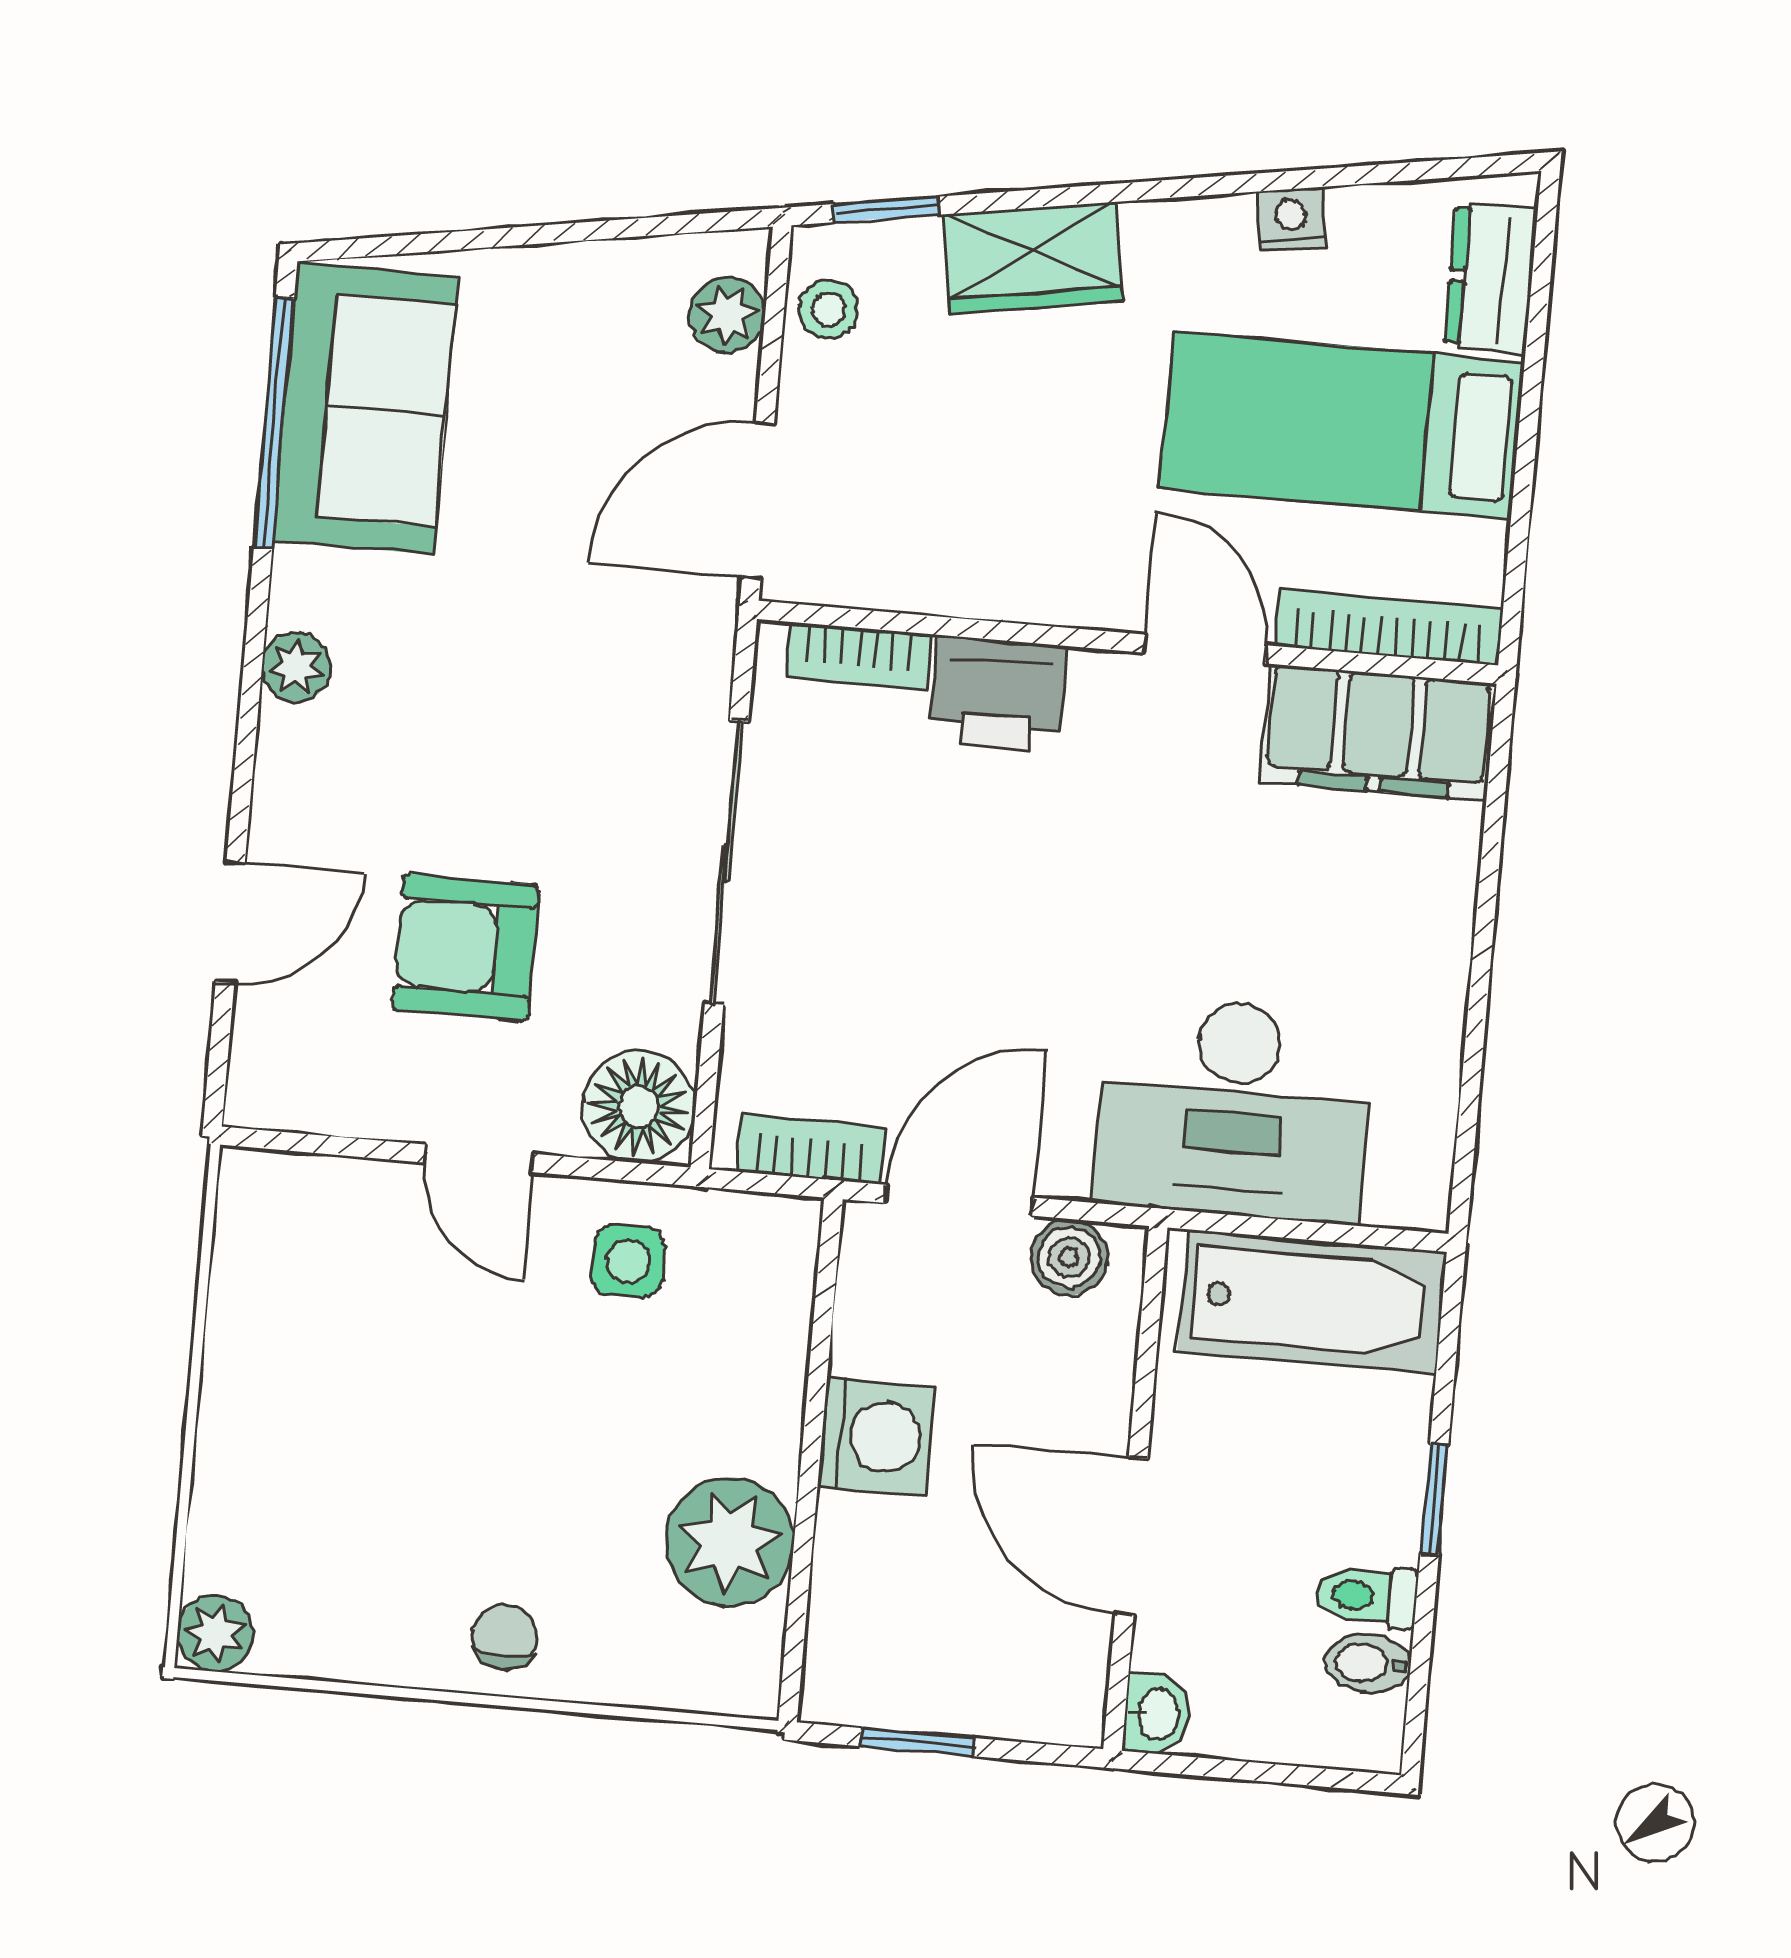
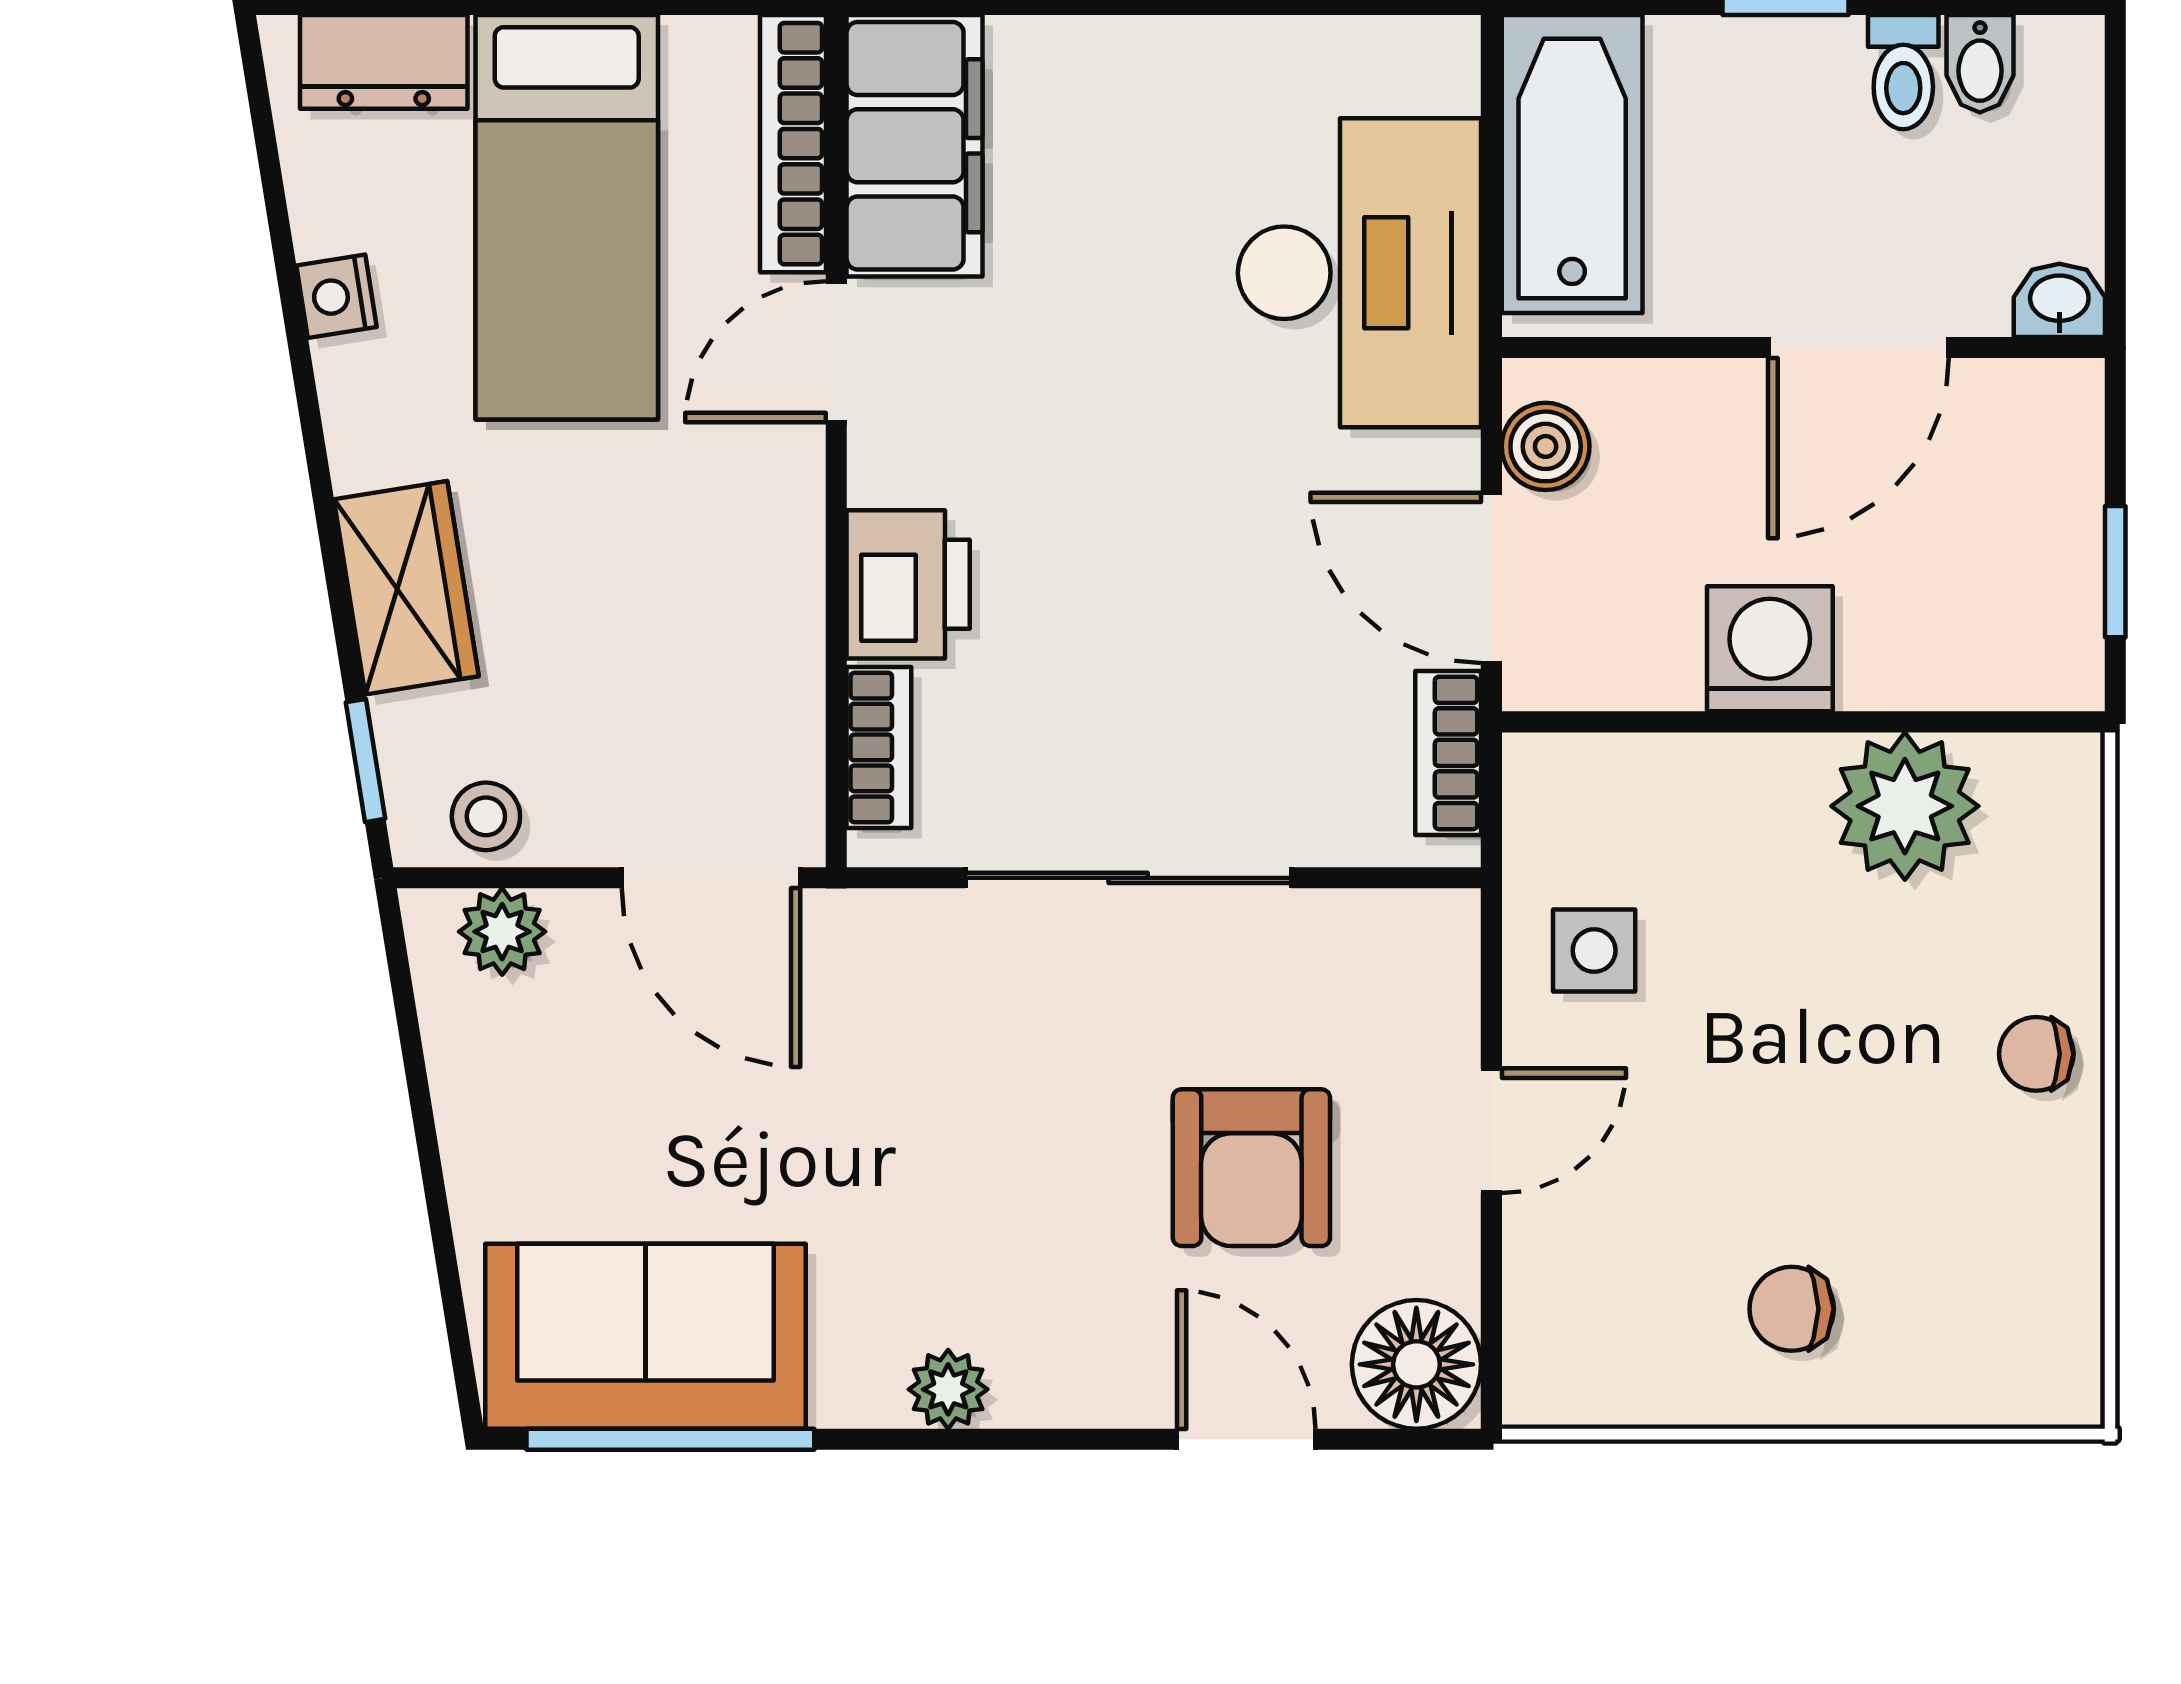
floor lamp: (639, 1107) -> (1416, 1364), moved
chair: (302, 1405) -> (1792, 1309), added
plant: (215, 1634) -> (2061, 1385), removed

